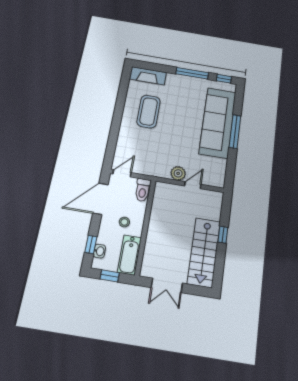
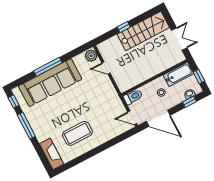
plant: (178, 173) -> (91, 56), moved

